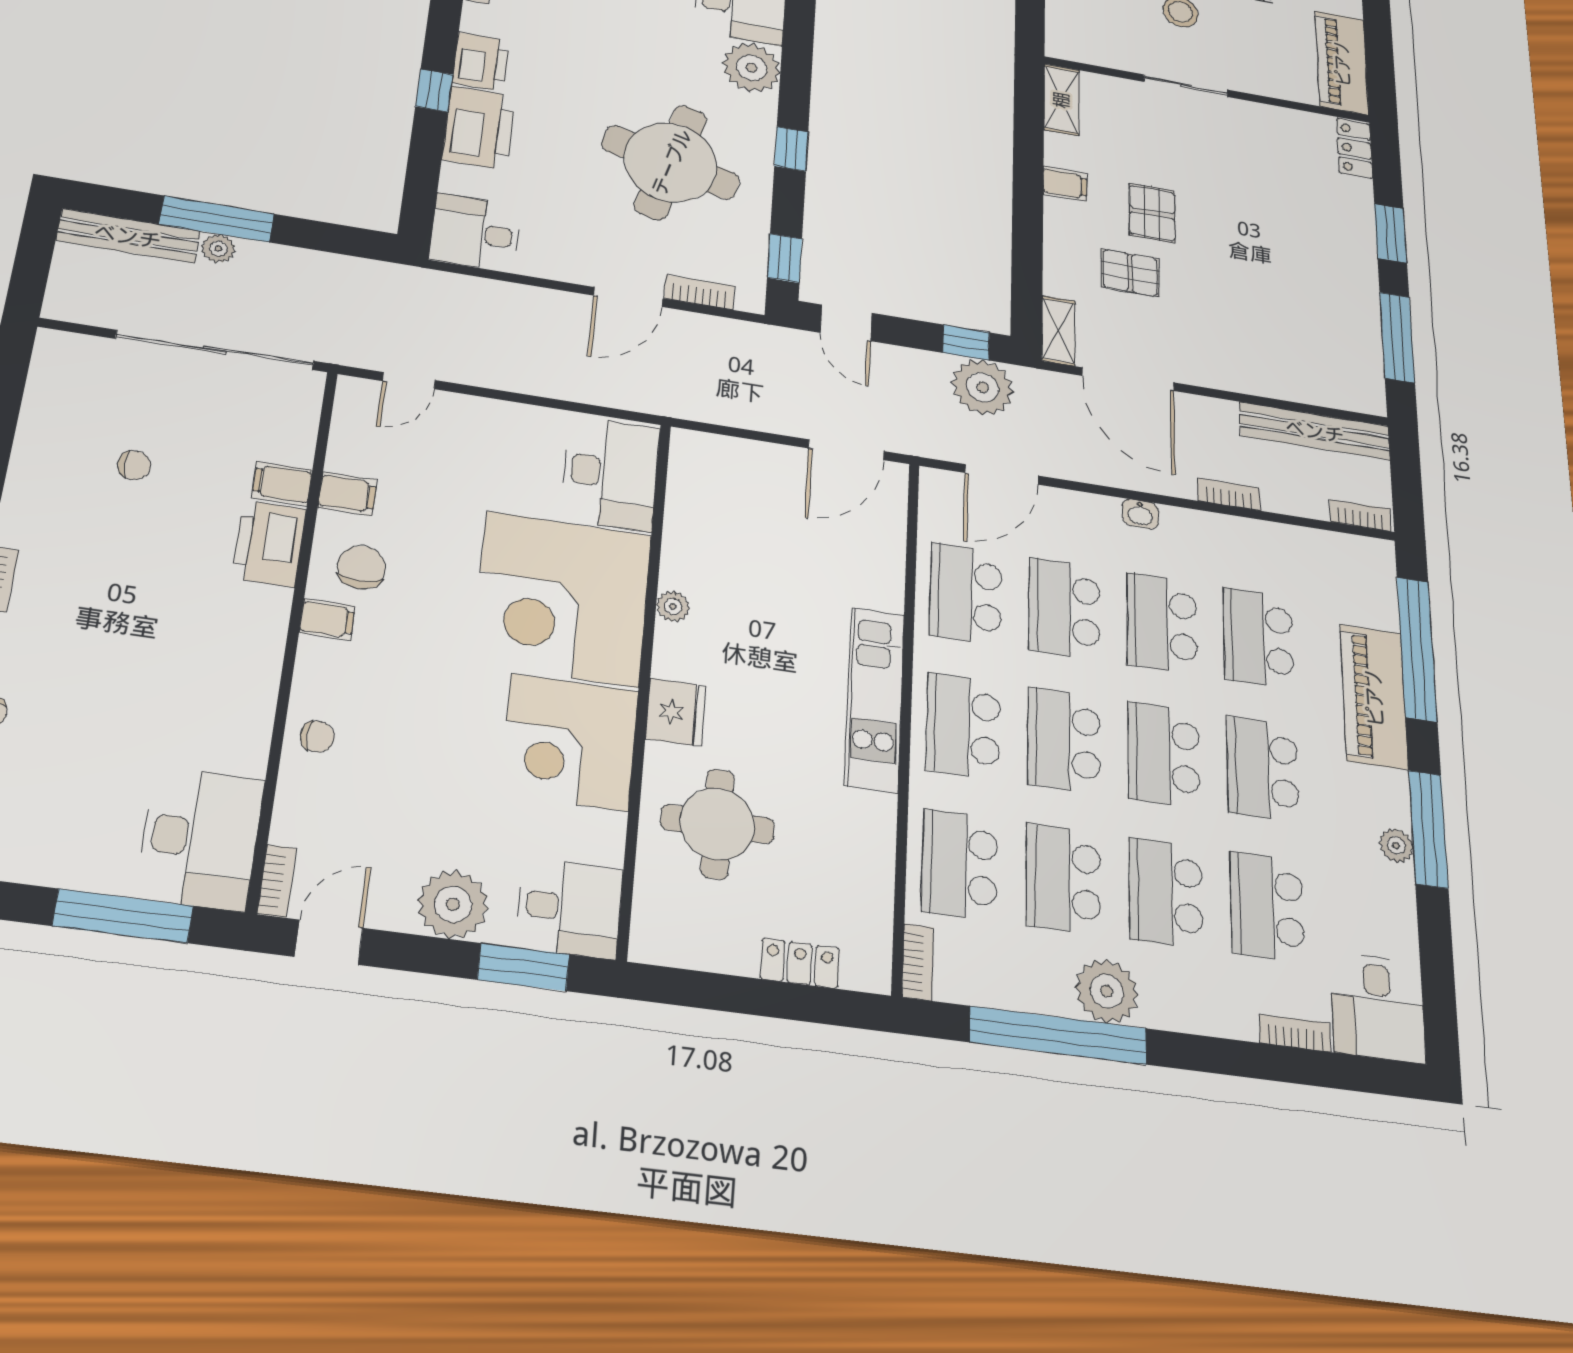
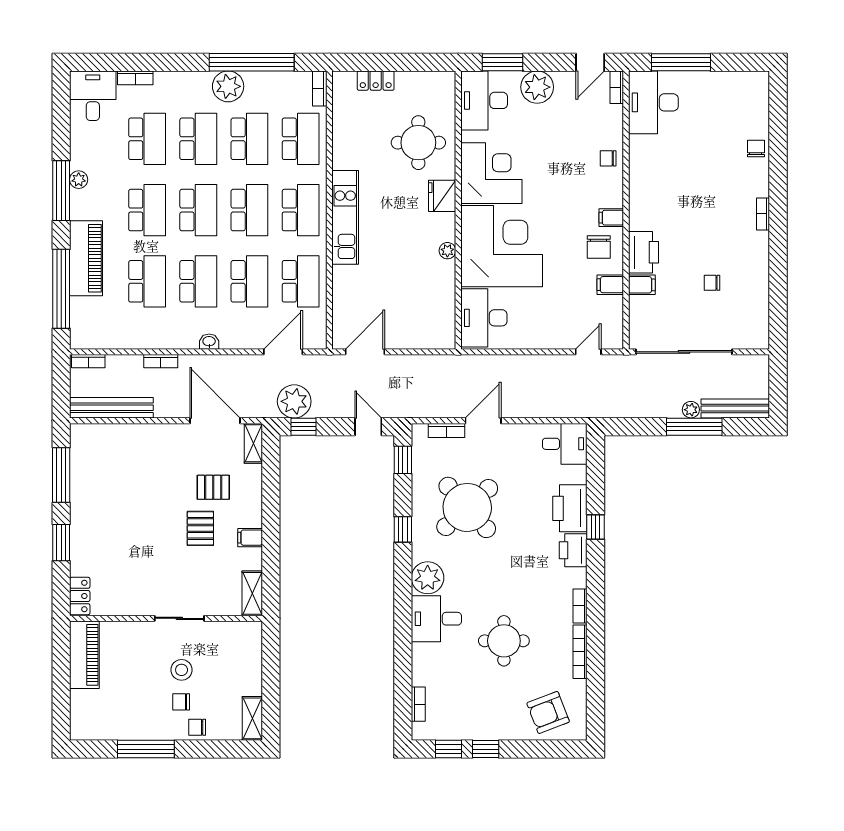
round table: (671, 162) -> (467, 507), turned 33
desk: (569, 908) -> (484, 100), width x1.37

